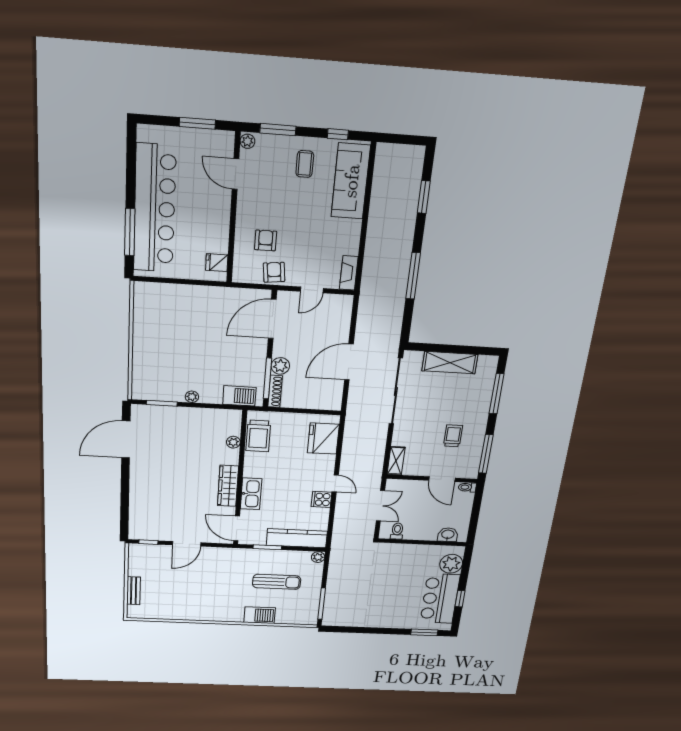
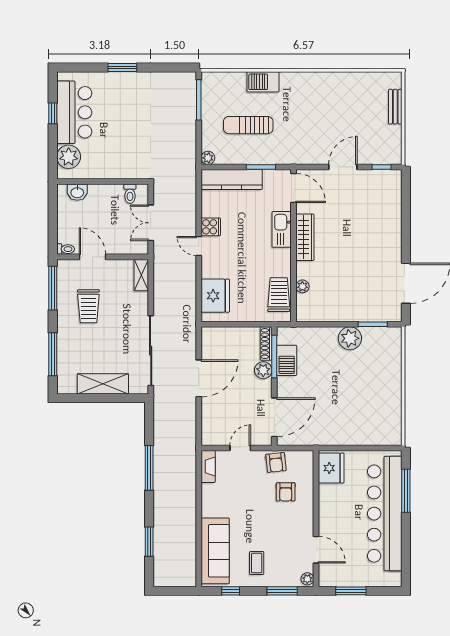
fridge: (217, 263) -> (331, 468), width x1.88, depth x1.34
barbecue: (239, 396) -> (287, 360), moved, turned -90
plant: (192, 397) -> (350, 338), width x1.88, depth x1.88
trolley: (453, 436) -> (88, 306), width x1.36, depth x1.39
window: (424, 632) -> (122, 67), moved

